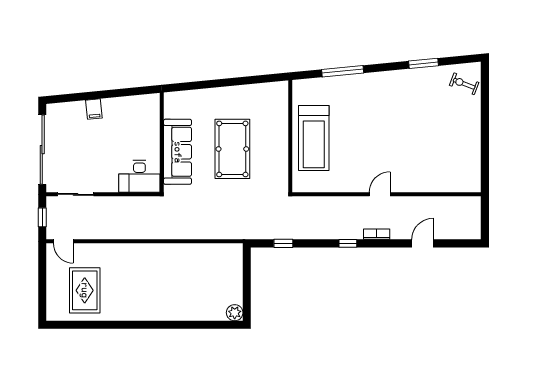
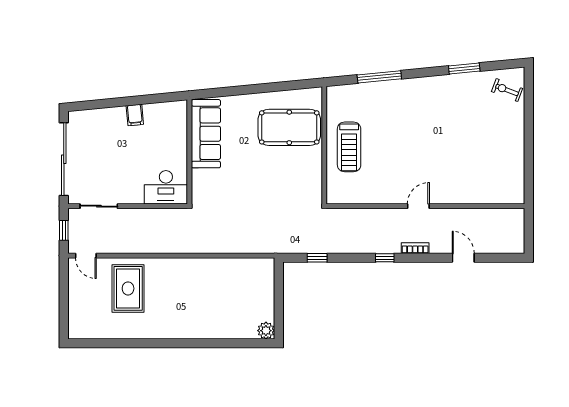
filing cabinet: (94, 109) -> (135, 115), moved
treadmill: (314, 138) -> (349, 147), width x0.73, depth x0.73
pool table: (232, 149) -> (289, 127), moved, turned 90
sofa: (178, 152) -> (206, 134), moved
door: (422, 243) -> (463, 258), hinge flipped
rug: (85, 290) -> (128, 288), moved

